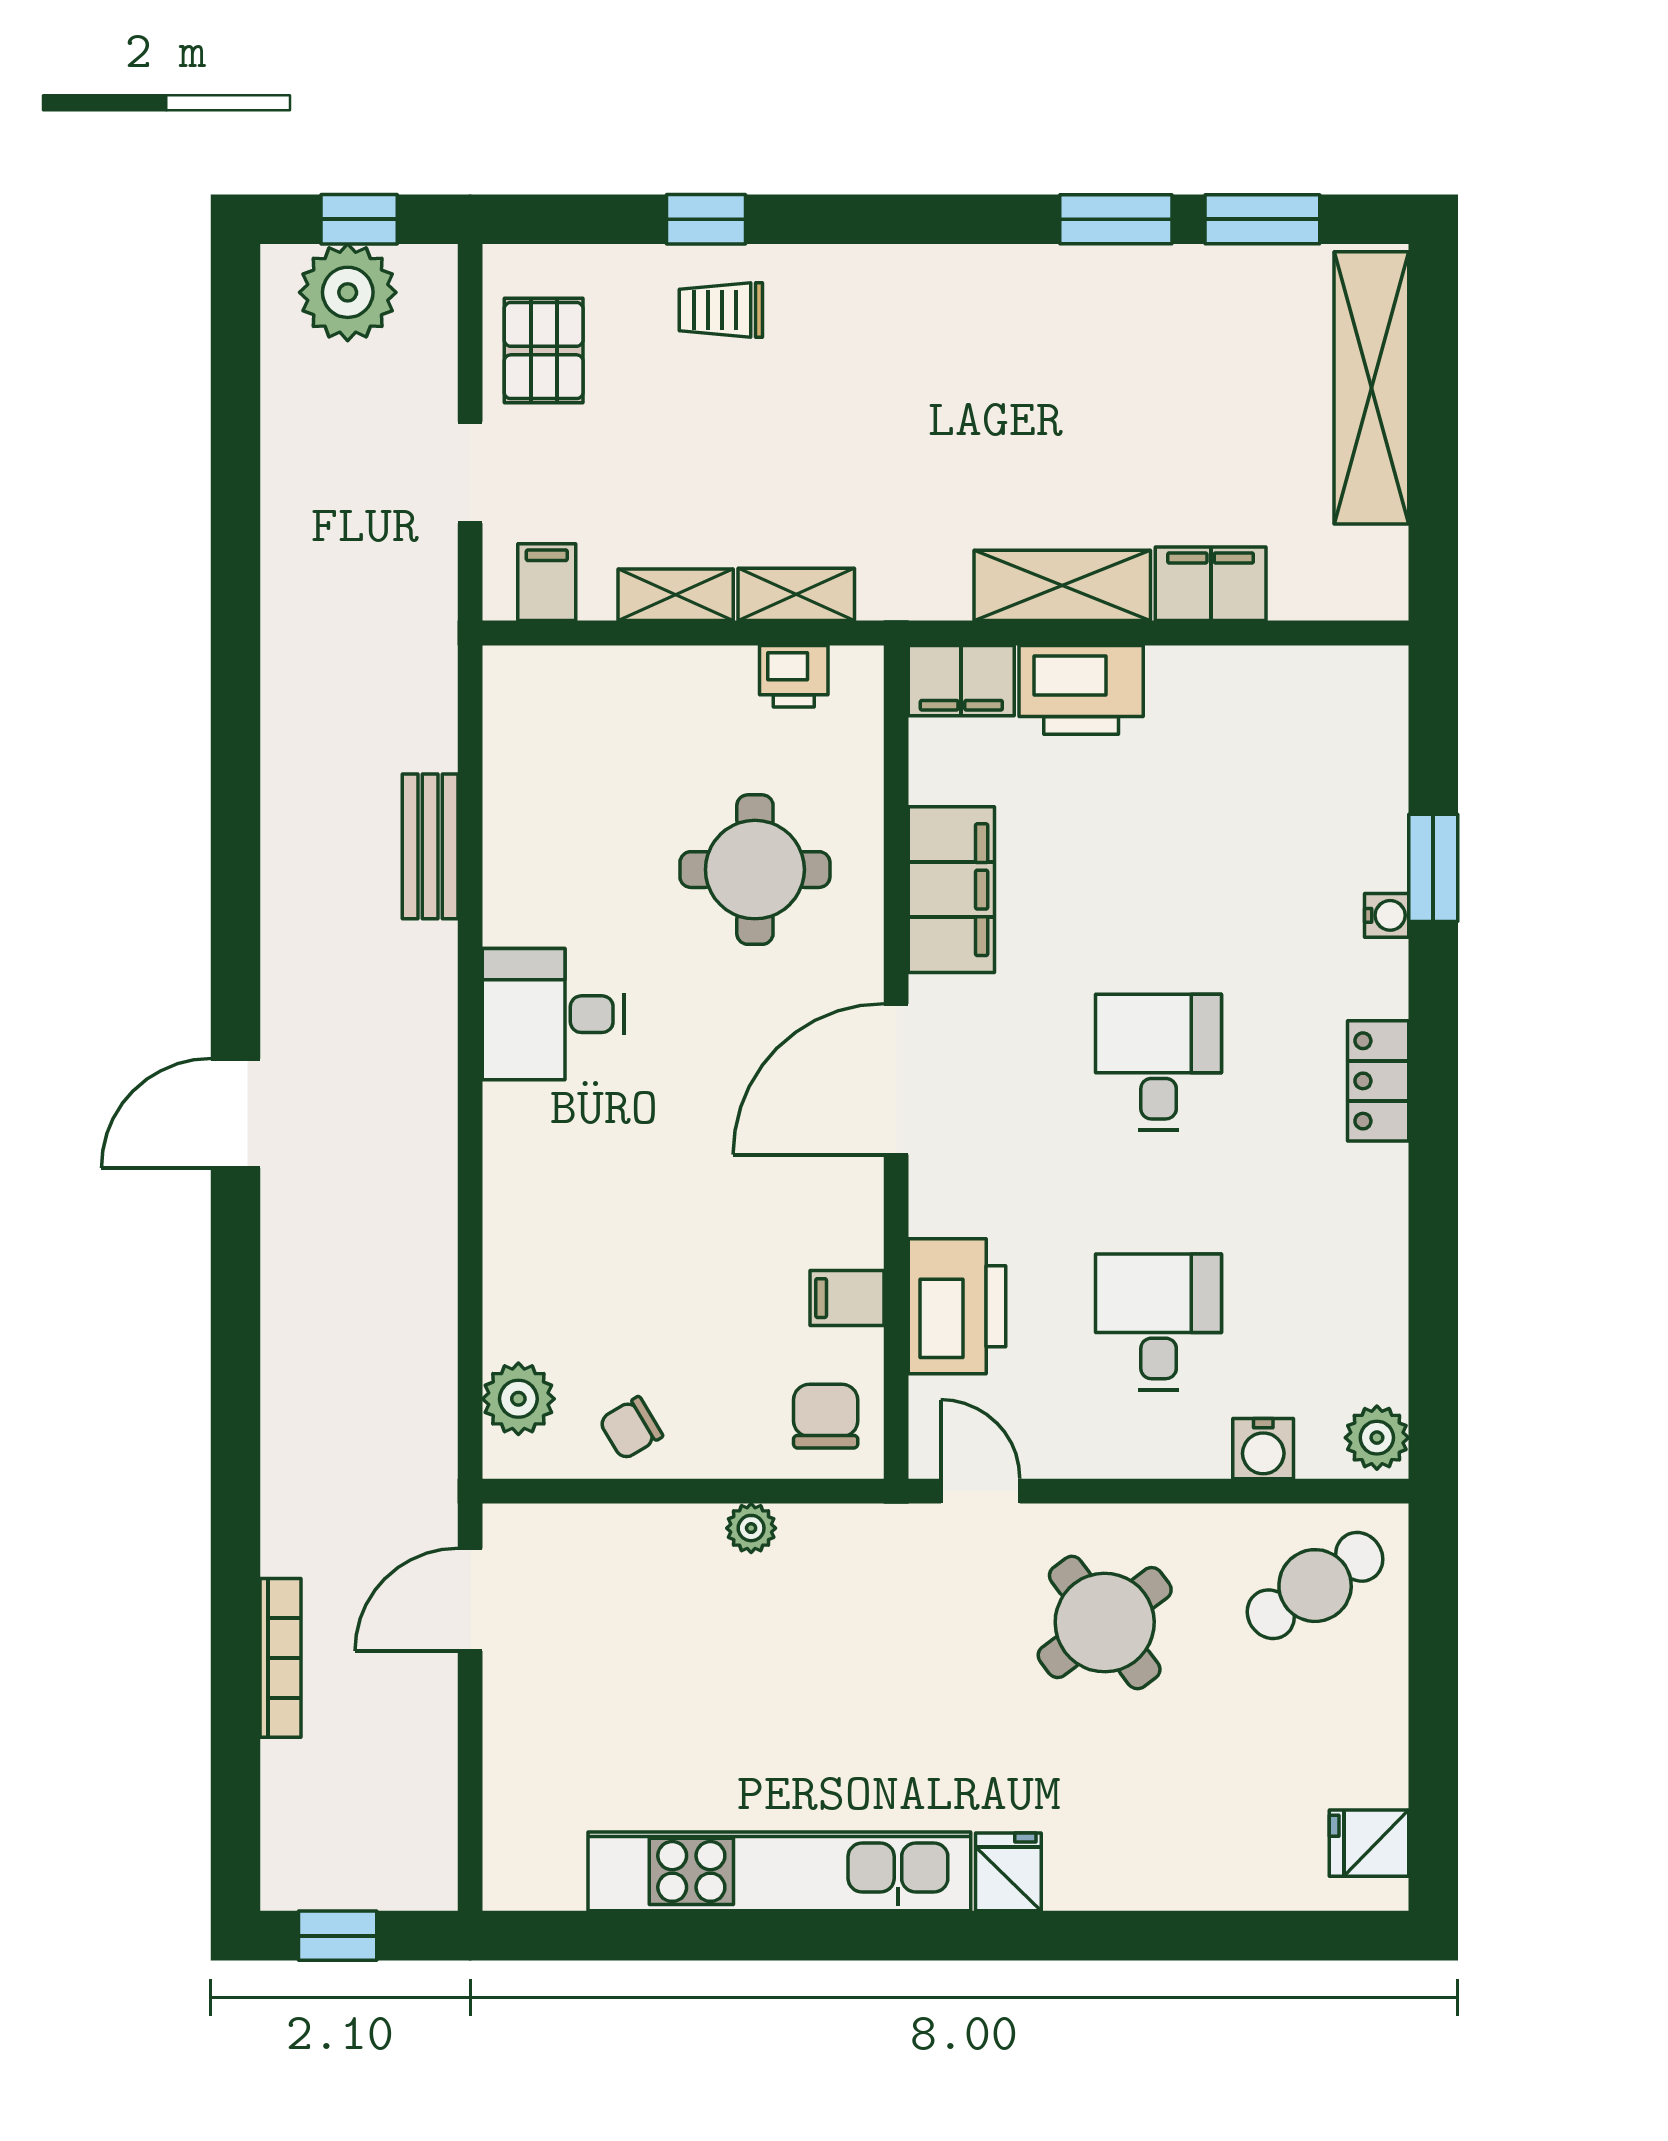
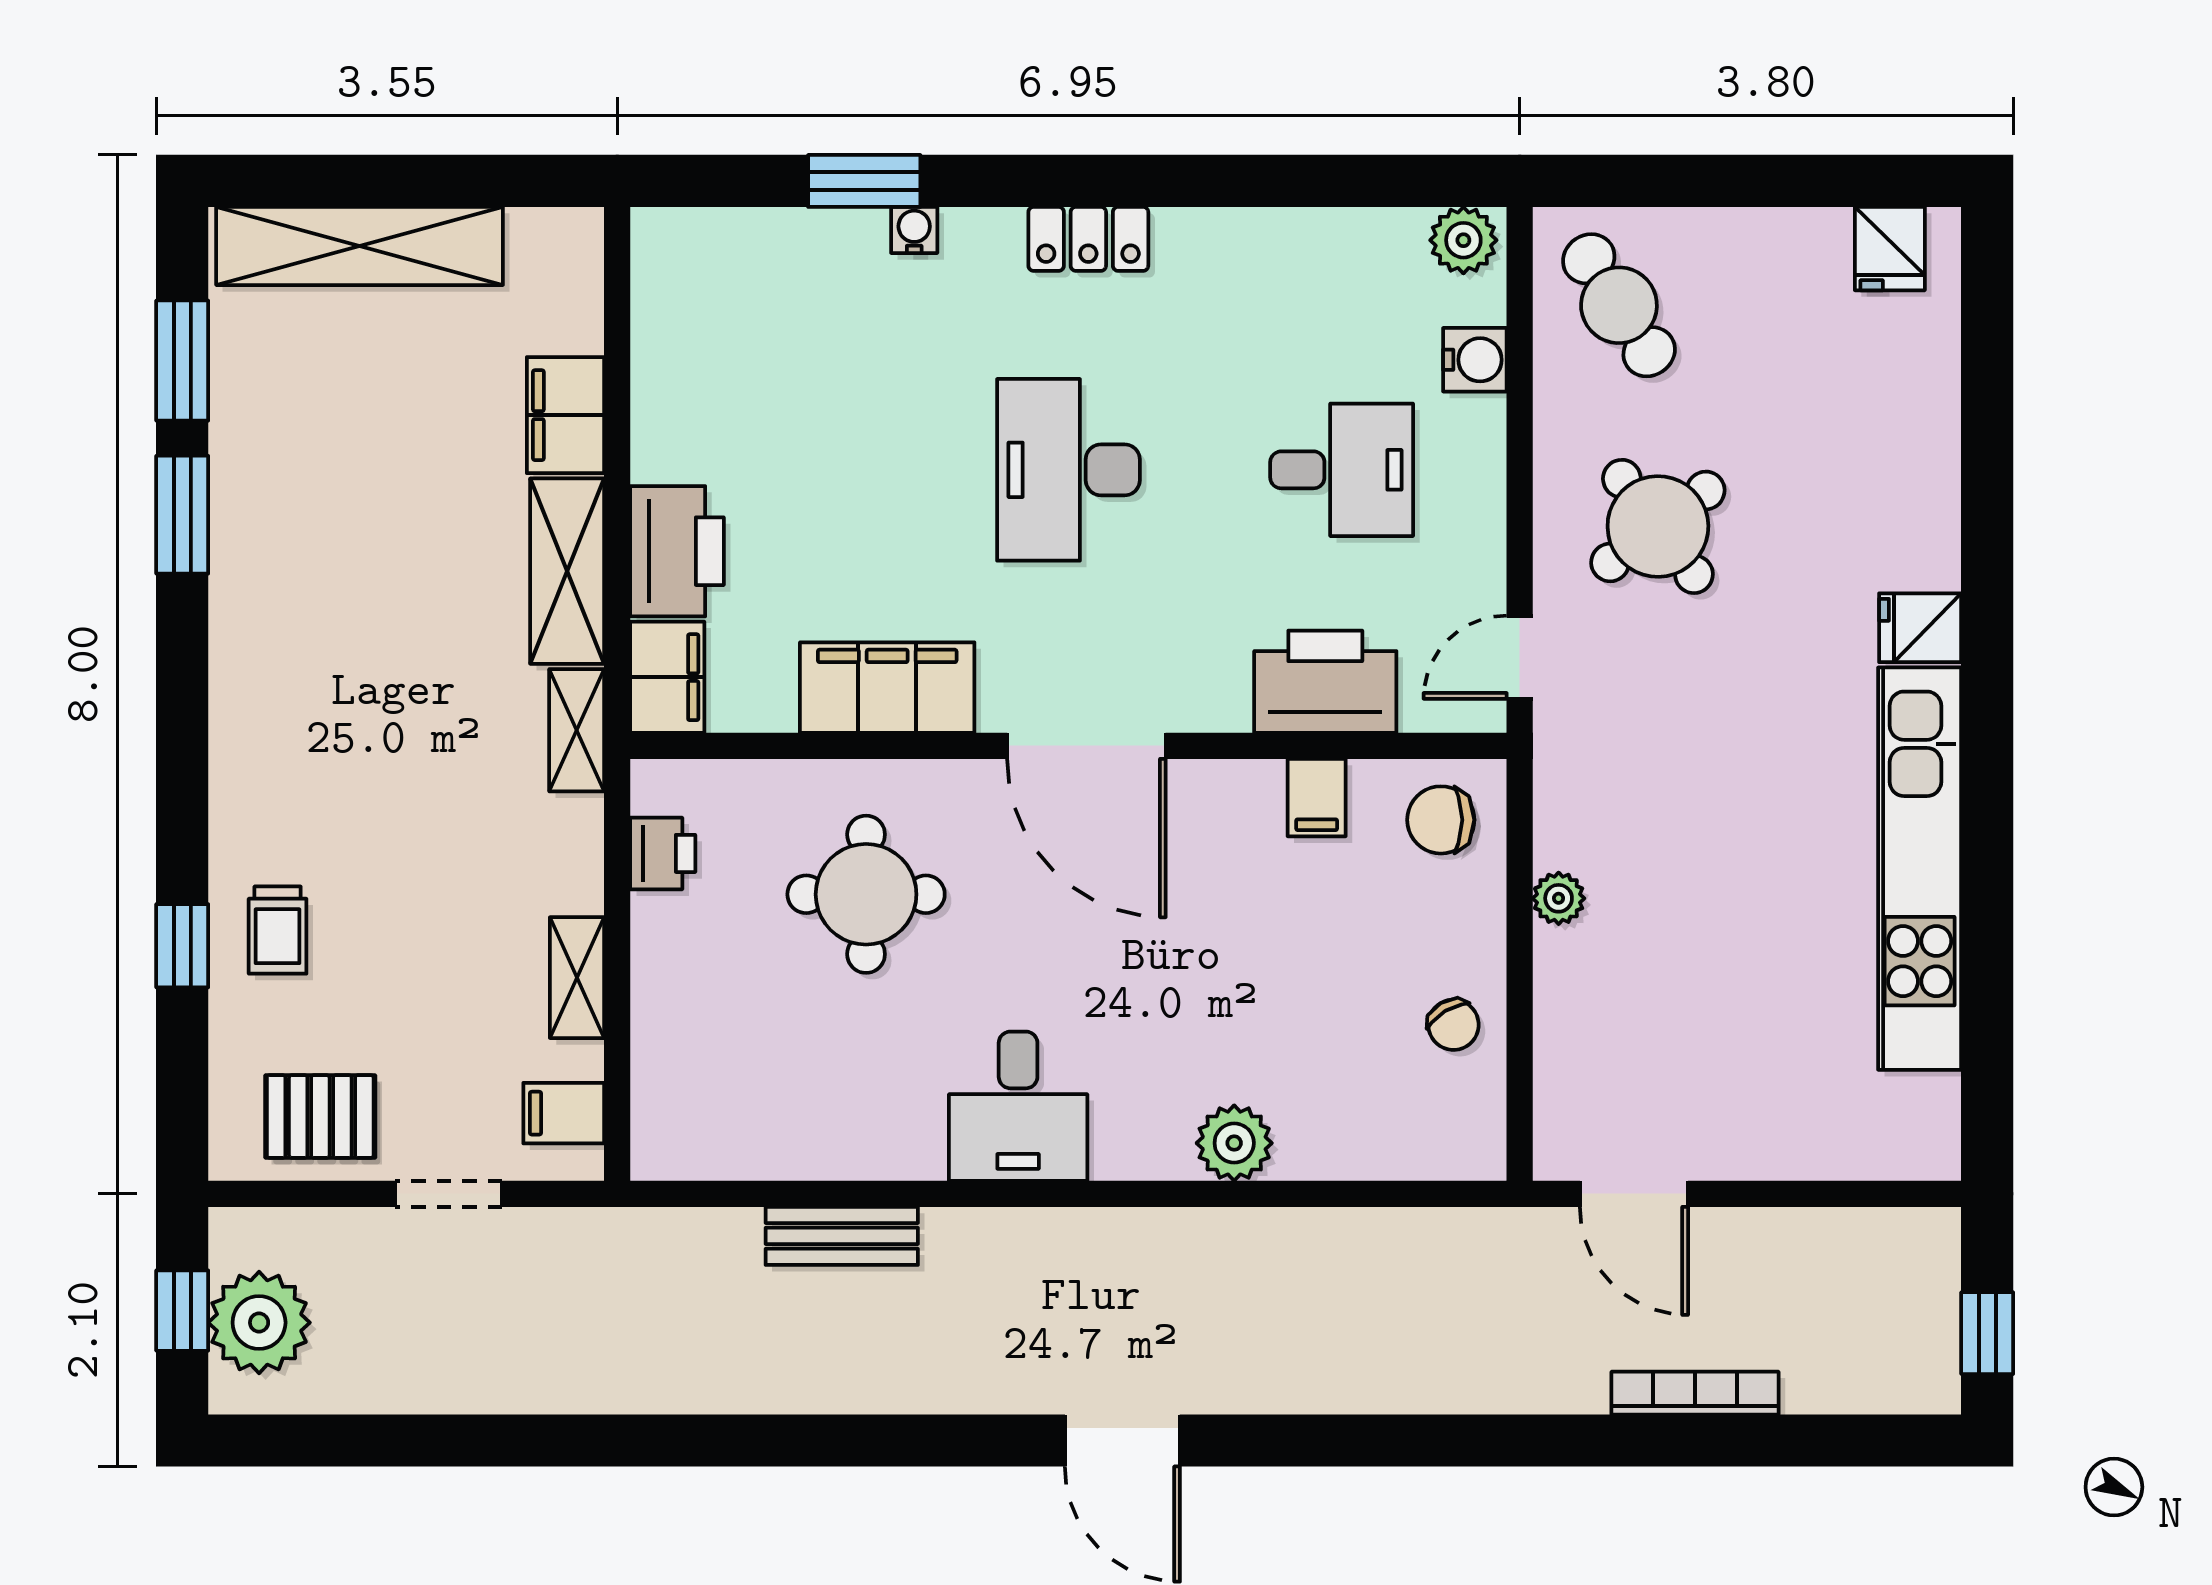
shelving: (796, 594) -> (577, 730), moved
desk: (1159, 1062) -> (1068, 470), width x1.37
desk: (1159, 1322) -> (1342, 470), turned 180
plant: (518, 1399) -> (1234, 1143), moved

